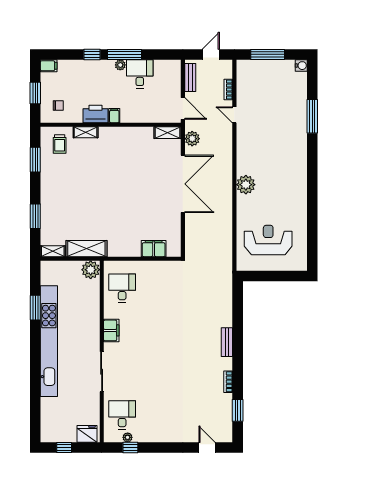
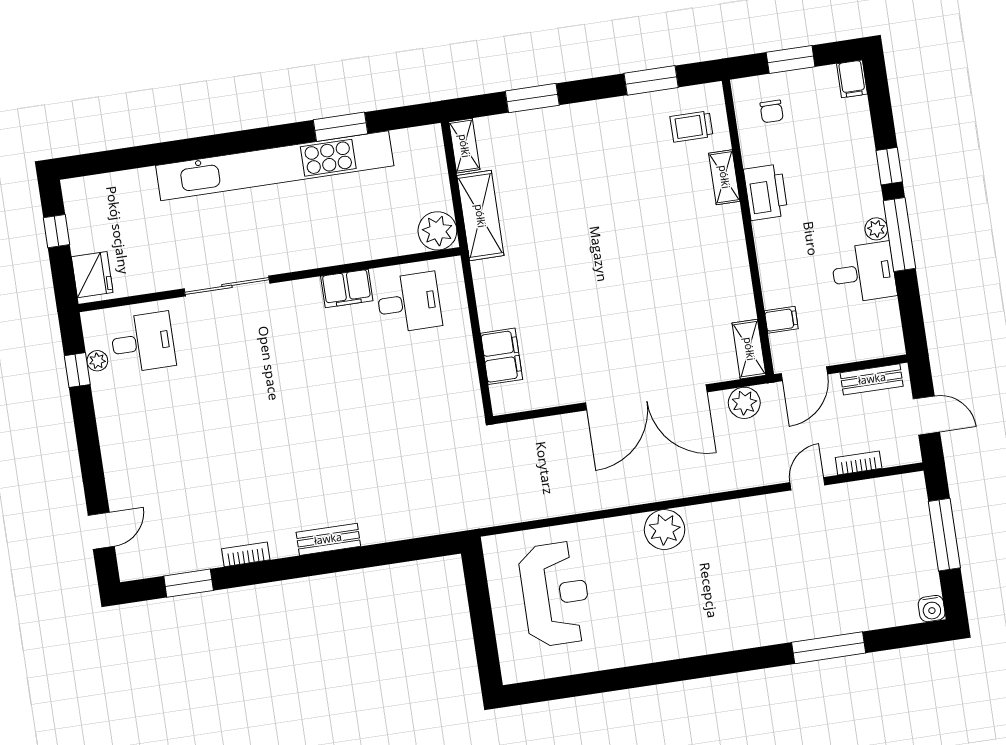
filing cabinet: (114, 116) -> (781, 320), moved
filing cabinet: (111, 330) -> (347, 288), moved

